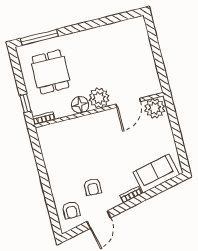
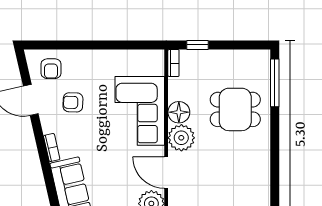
dining table: (51, 72) -> (235, 109), moved
corner sofa: (86, 135) -> (140, 111), added
armchair: (71, 210) -> (51, 69), turned -90

